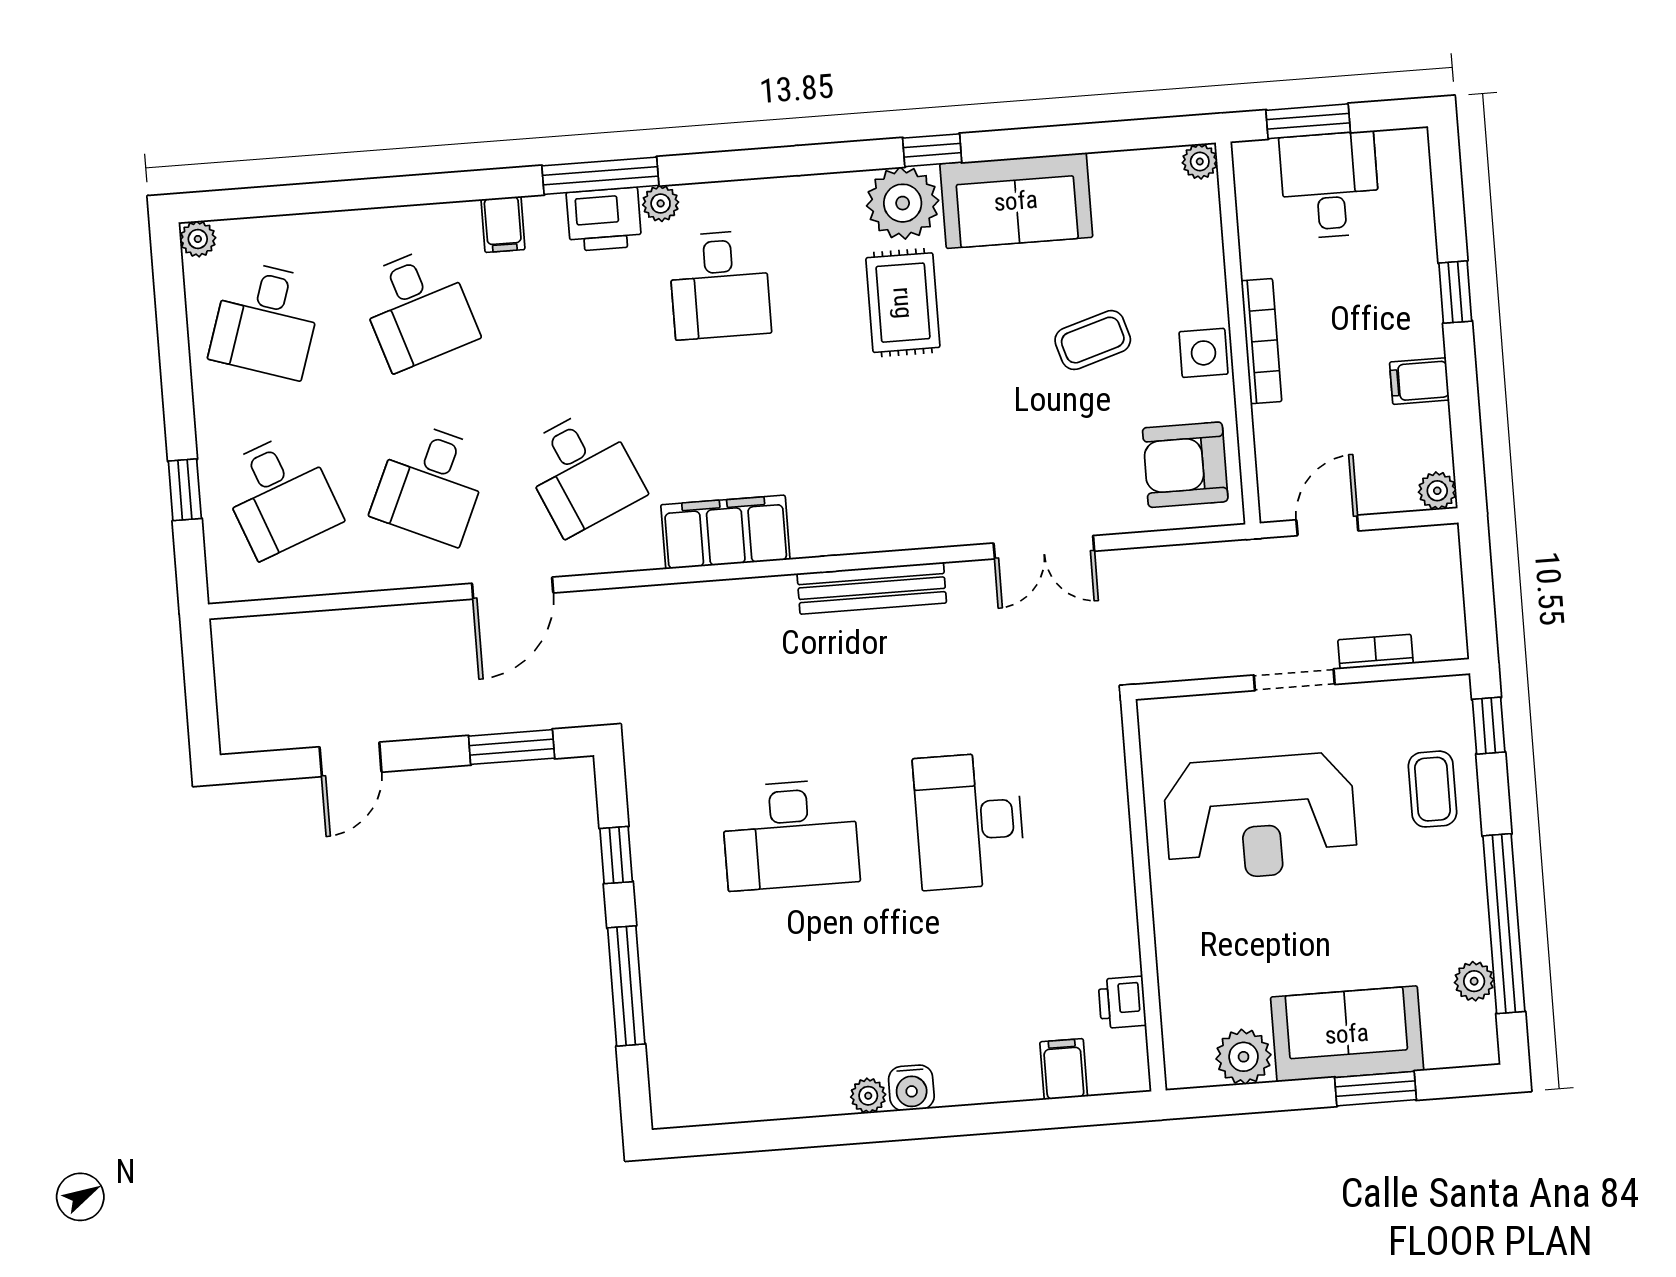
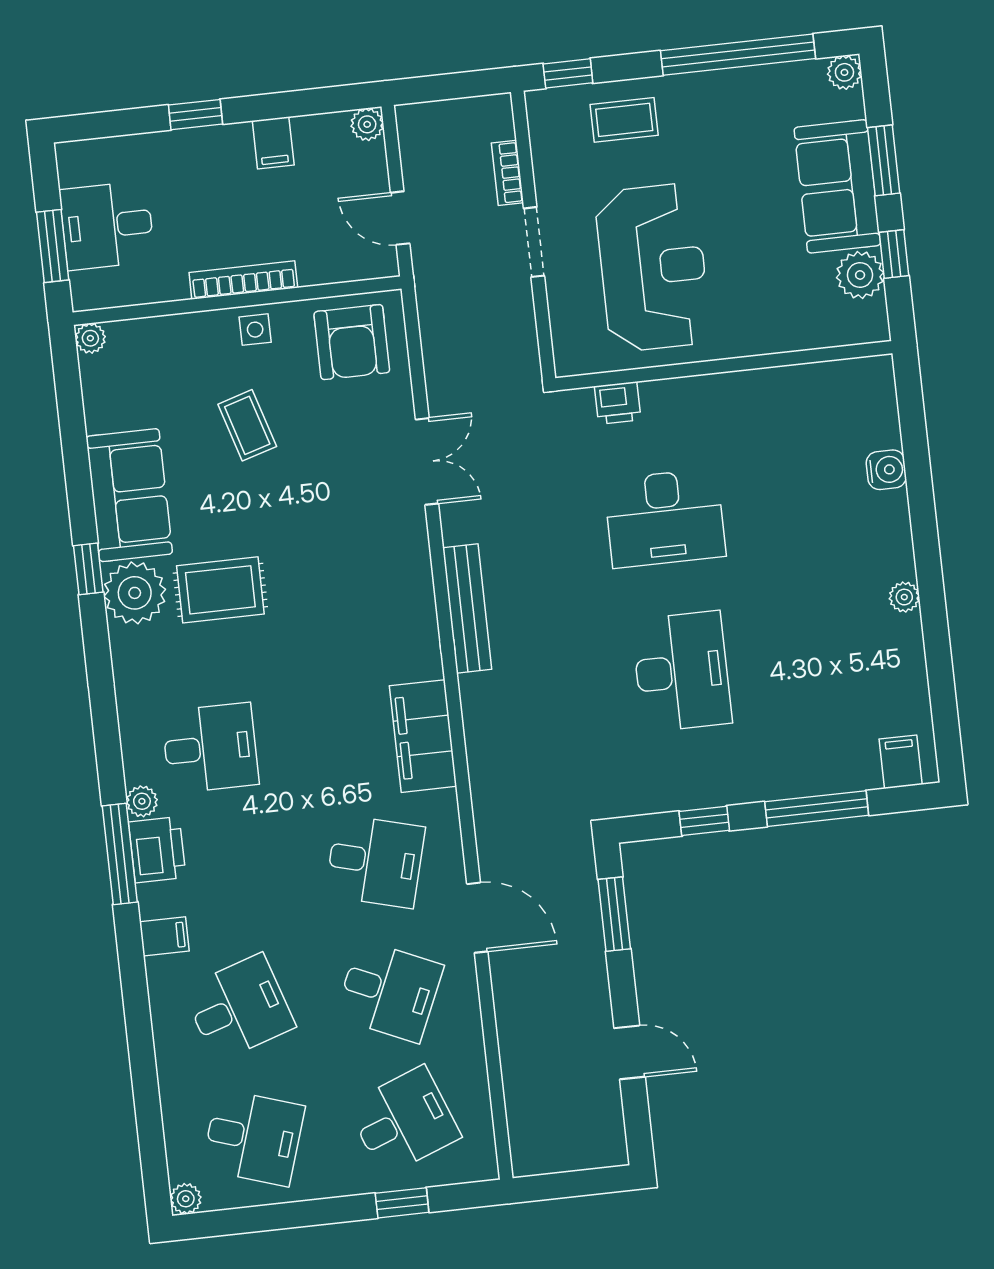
side table: (1203, 353) -> (255, 330), width x0.73, depth x0.73
desk: (582, 472) -> (375, 861), turned 39
plant: (1474, 981) -> (844, 72), moved
printer: (1122, 1002) -> (618, 403), moved
filing cabinet: (1064, 1069) -> (901, 762), moved, turned 90
water cooler: (911, 1088) -> (886, 470), moved
window: (1266, 1097) -> (894, 254), added

